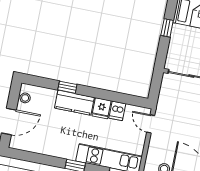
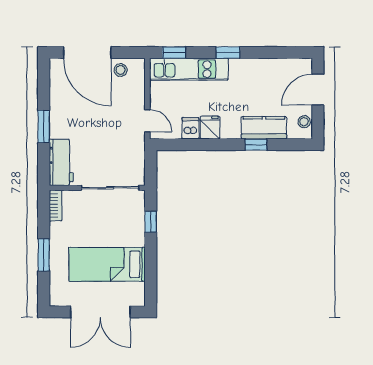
window: (167, 28) -> (151, 222), moved
kitchen counter: (74, 103) -> (264, 128), moved

